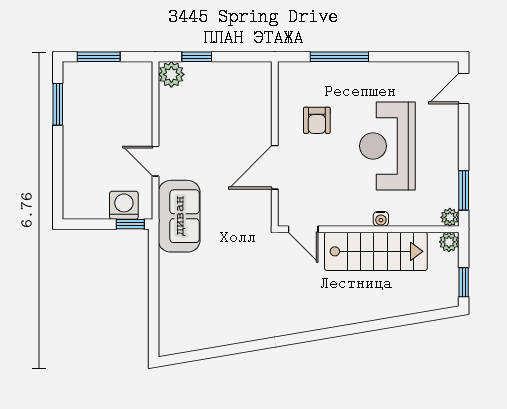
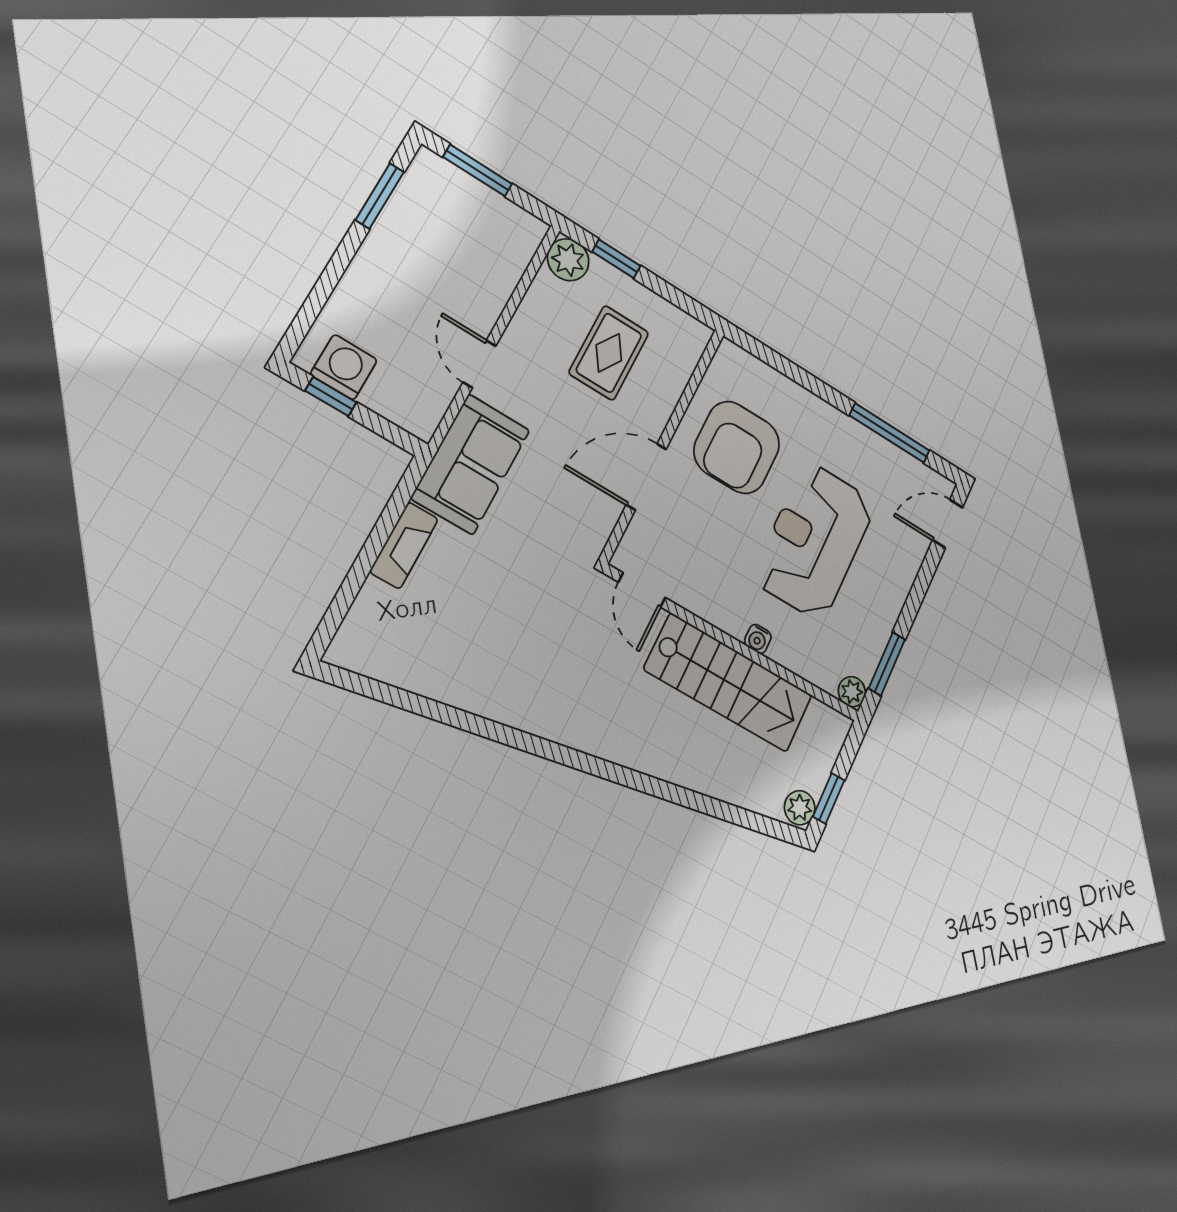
window: (339, 57) -> (890, 433), moved
rug: (220, 112) -> (609, 353), added
armchair: (317, 120) -> (737, 447), width x1.88, depth x1.88
washing machine: (124, 205) -> (344, 367), moved
window: (130, 224) -> (331, 397), moved
plant: (449, 242) -> (800, 808), moved
fireplace: (168, 277) -> (404, 545), added

